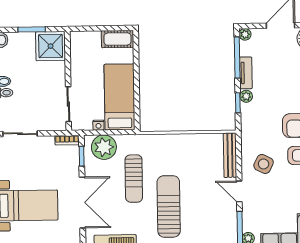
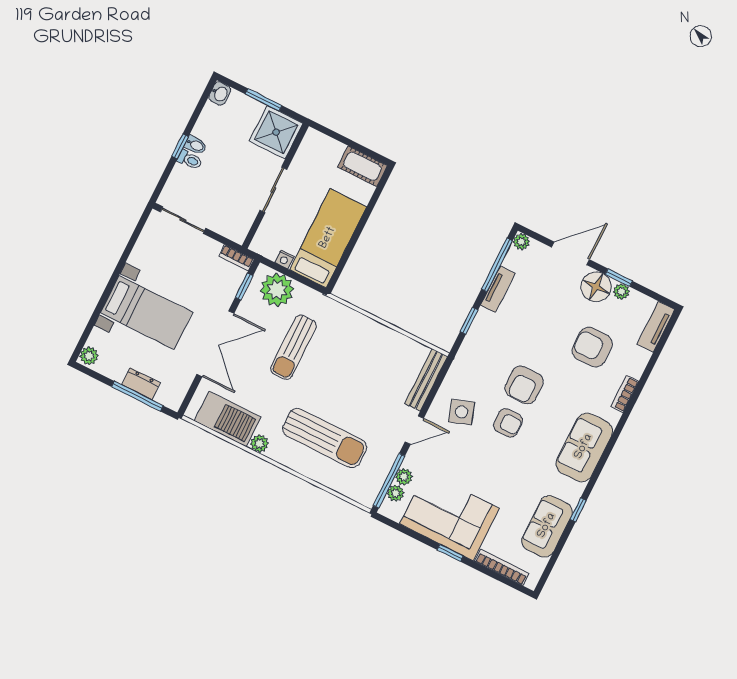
plant: (246, 96) -> (404, 477), moved
sliding door: (68, 104) -> (273, 190), moved
side table: (264, 164) -> (462, 412), turned 45
door: (239, 191) -> (414, 430), swing flipped
sun lounger: (169, 206) -> (325, 438), moved, turned 90

